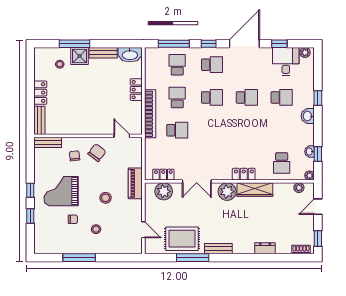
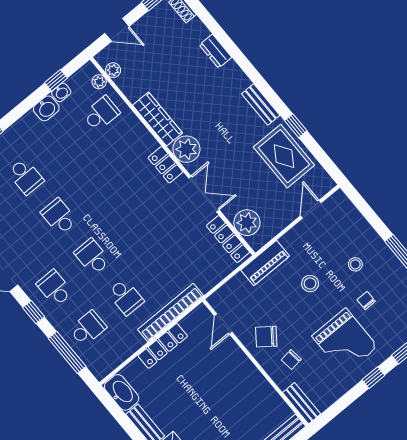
school desk: (177, 65) -> (88, 328), turned 180
locker: (136, 90) -> (163, 346), width x1.53
school desk: (177, 97) -> (126, 297), turned -90
school desk: (282, 97) -> (26, 176), turned 180
washbasin: (308, 116) -> (46, 108), moved
school desk: (177, 130) -> (163, 266), removed
locker: (244, 174) -> (165, 165), moved
locker: (163, 175) -> (228, 239), width x1.53
plant: (310, 176) -> (99, 82), moved
window: (193, 258) -> (296, 126), width x0.46

